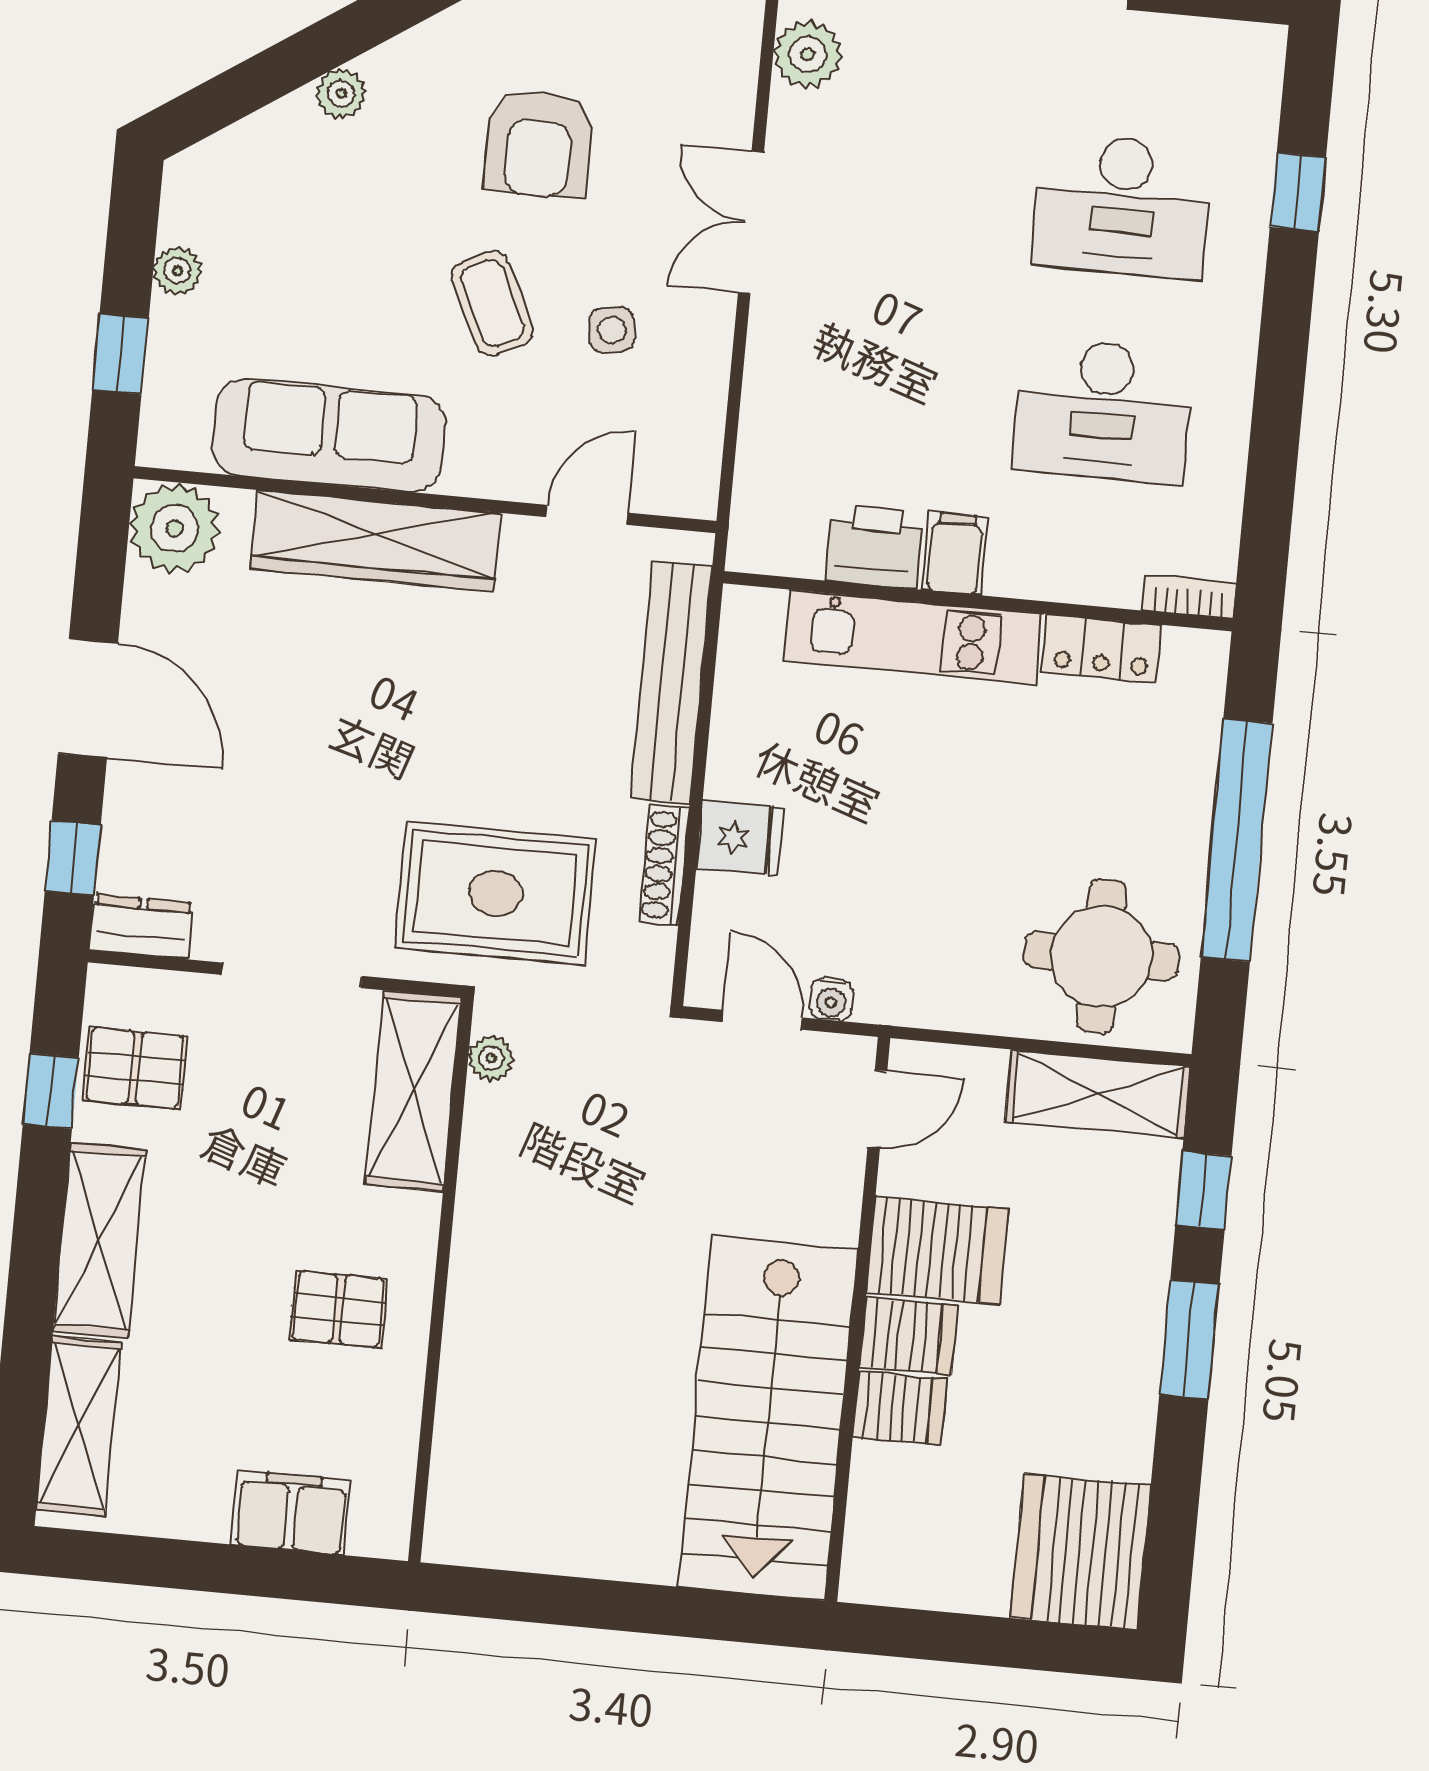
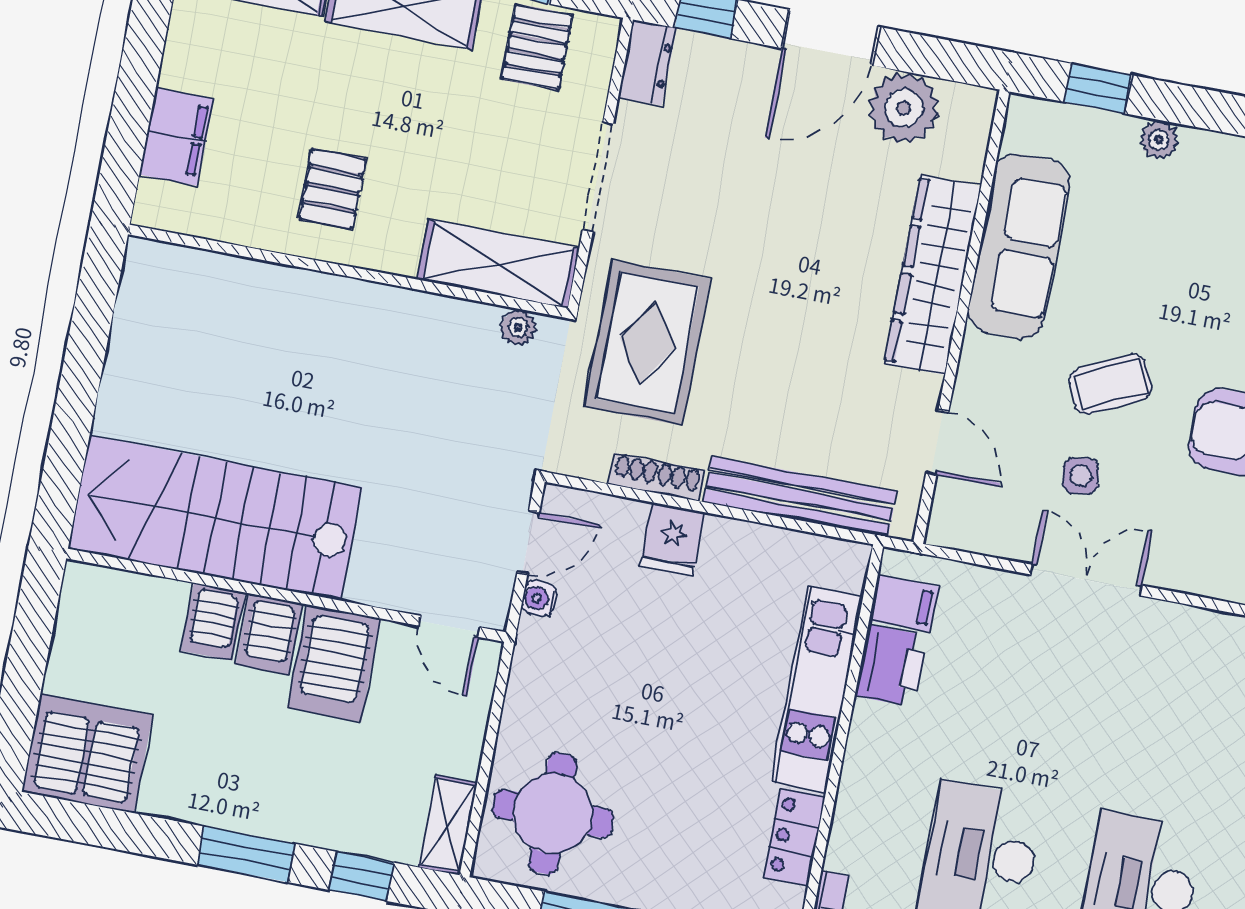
double door: (751, 222) -> (1086, 580), moved
plant: (175, 528) -> (904, 108), moved
filing cabinet: (955, 553) -> (904, 603), moved
shelving: (1098, 1094) -> (448, 825), width x0.67, depth x0.75

